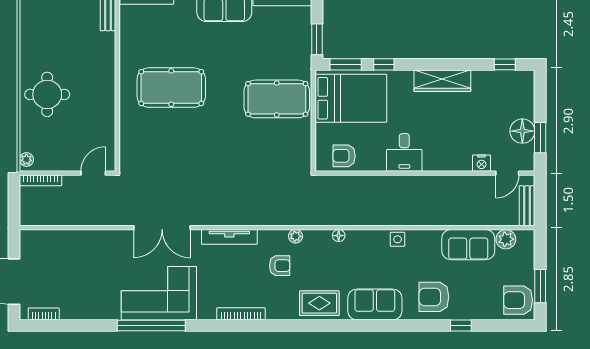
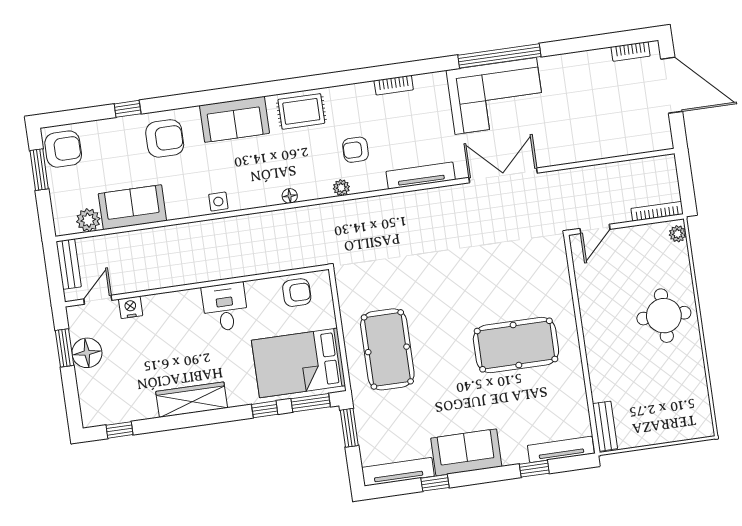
pool table: (277, 99) -> (387, 349), turned 90
bookcase: (241, 314) -> (394, 85), width x0.64

